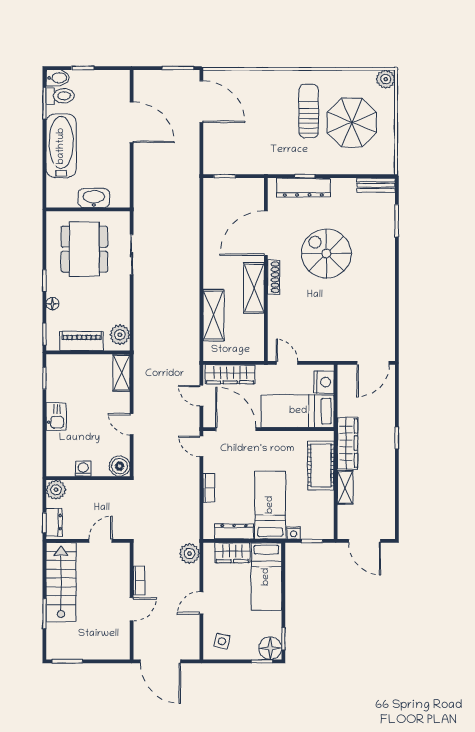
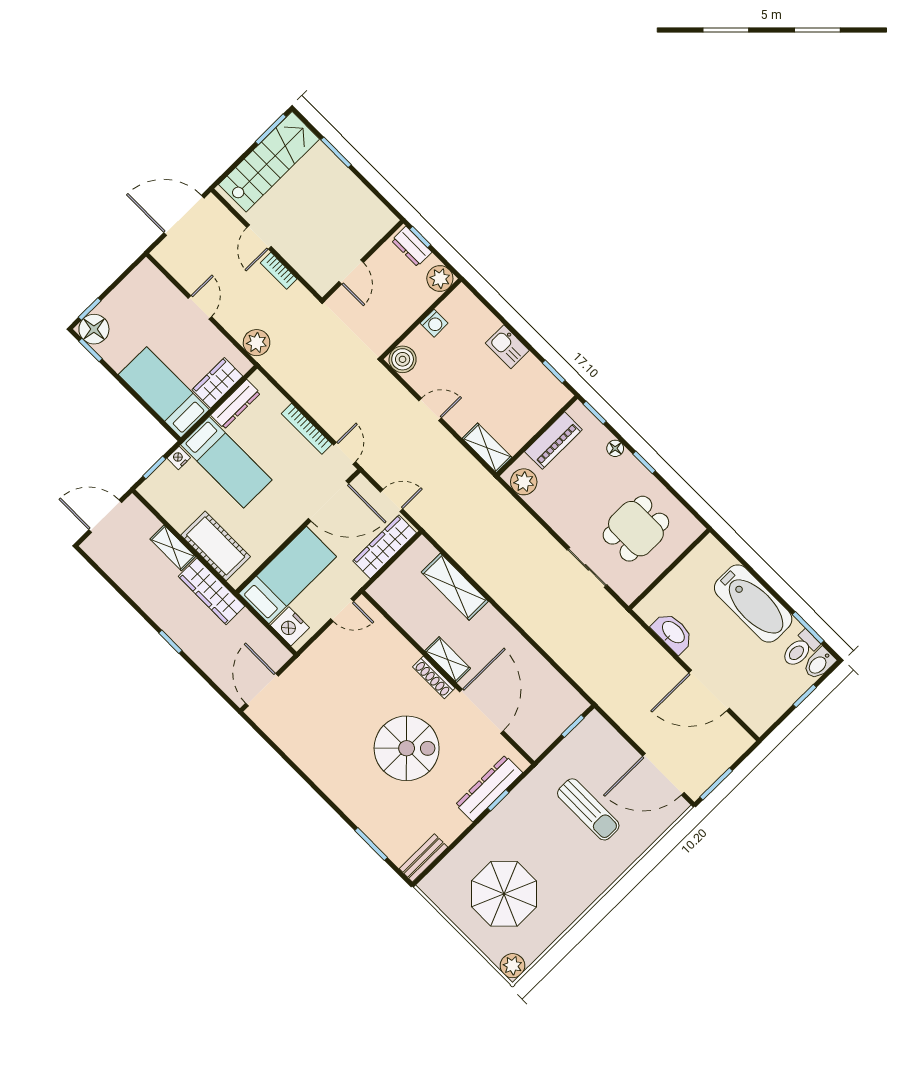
sun lounger: (309, 111) -> (588, 809), moved
washbasin: (94, 198) -> (673, 633), moved, turned -90
dining table: (84, 249) -> (636, 529), width x0.73
shelving: (254, 288) -> (448, 660), width x0.67, depth x0.75
door: (201, 446) -> (345, 453), hinge flipped
bookcase: (209, 488) -> (307, 429), width x1.56
stairs: (61, 582) -> (269, 162), moved, turned -90
side table: (222, 641) -> (145, 291), removed

